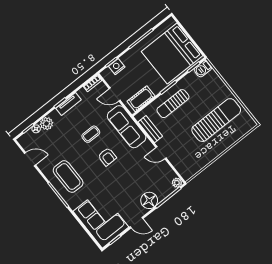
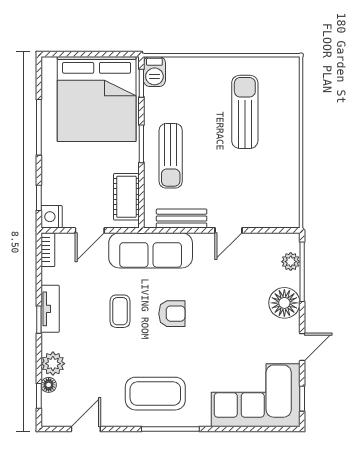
nightstand: (117, 67) -> (52, 217), moved
sun lounger: (216, 120) -> (245, 112), width x0.73, depth x0.75
plant: (177, 183) -> (291, 262), moved

